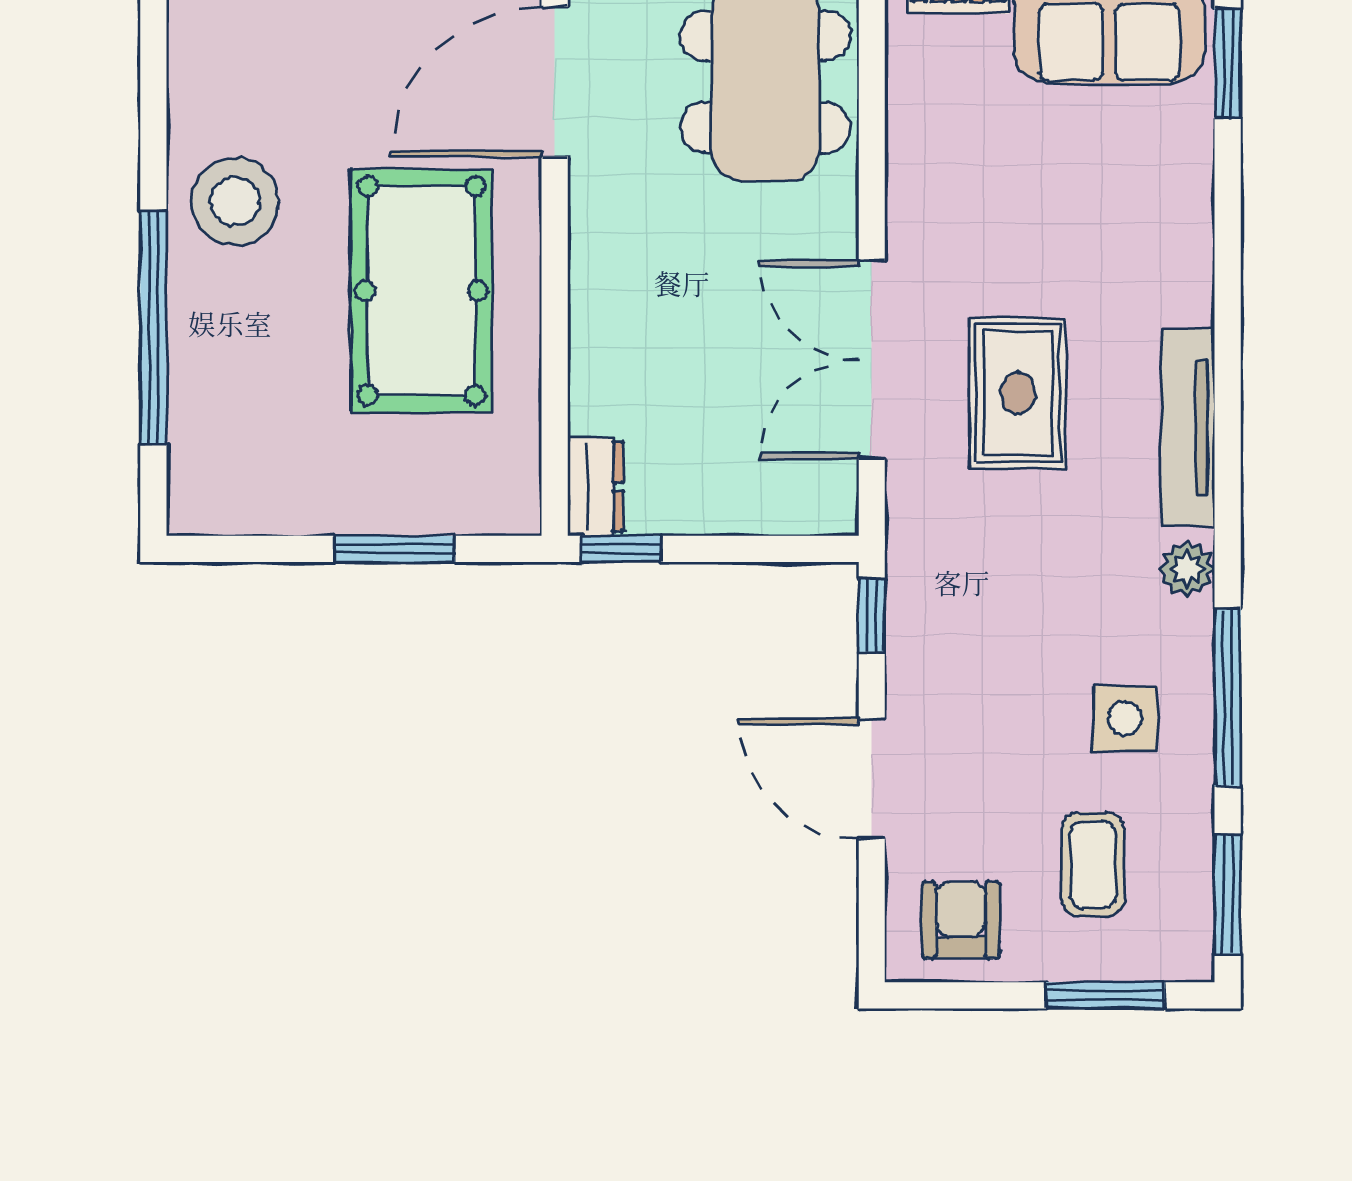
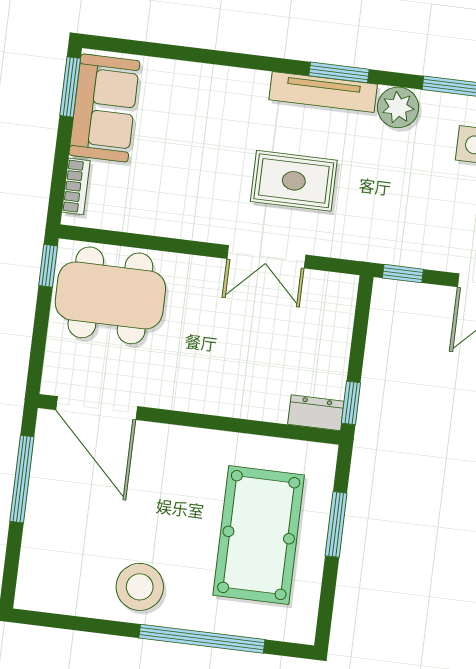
window: (1228, 63) -> (339, 72), moved
pool table: (421, 291) -> (259, 535), moved, turned 90
double door: (872, 360) -> (266, 257), width x0.73
plant: (1187, 569) -> (398, 107), width x1.38, depth x1.38

